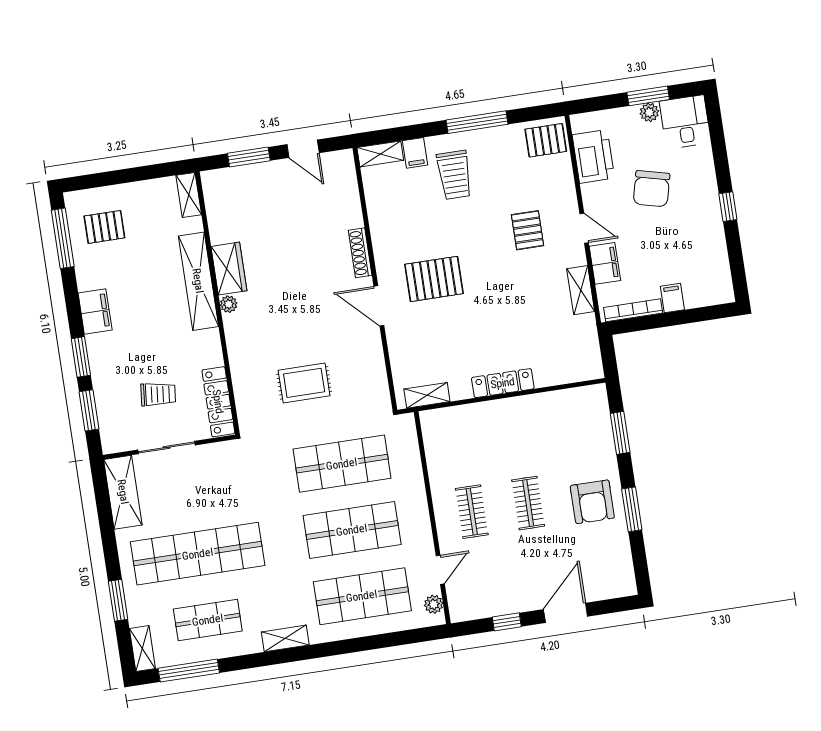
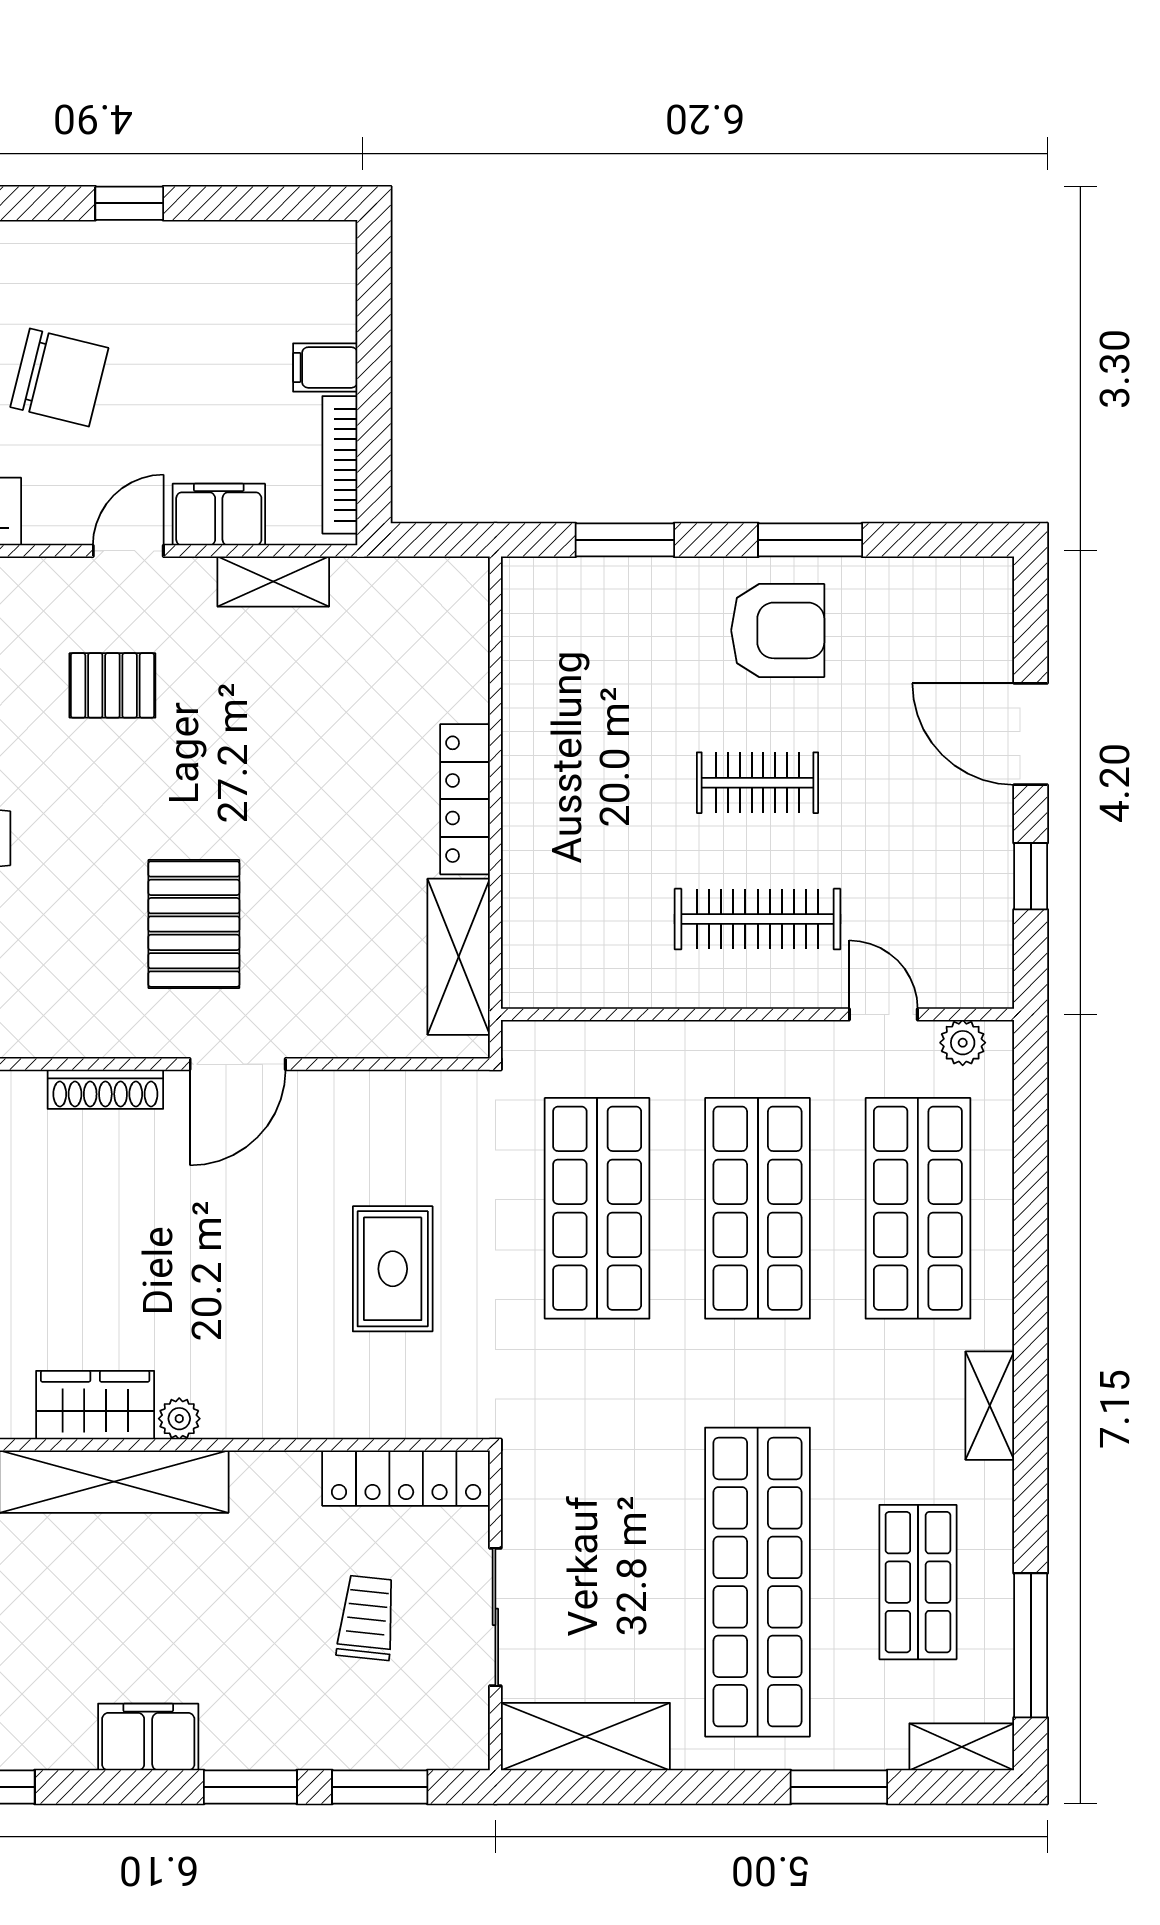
shelving: (427, 395) -> (459, 957), width x1.50, depth x1.33
clothes rail: (472, 512) -> (758, 919), width x1.36

